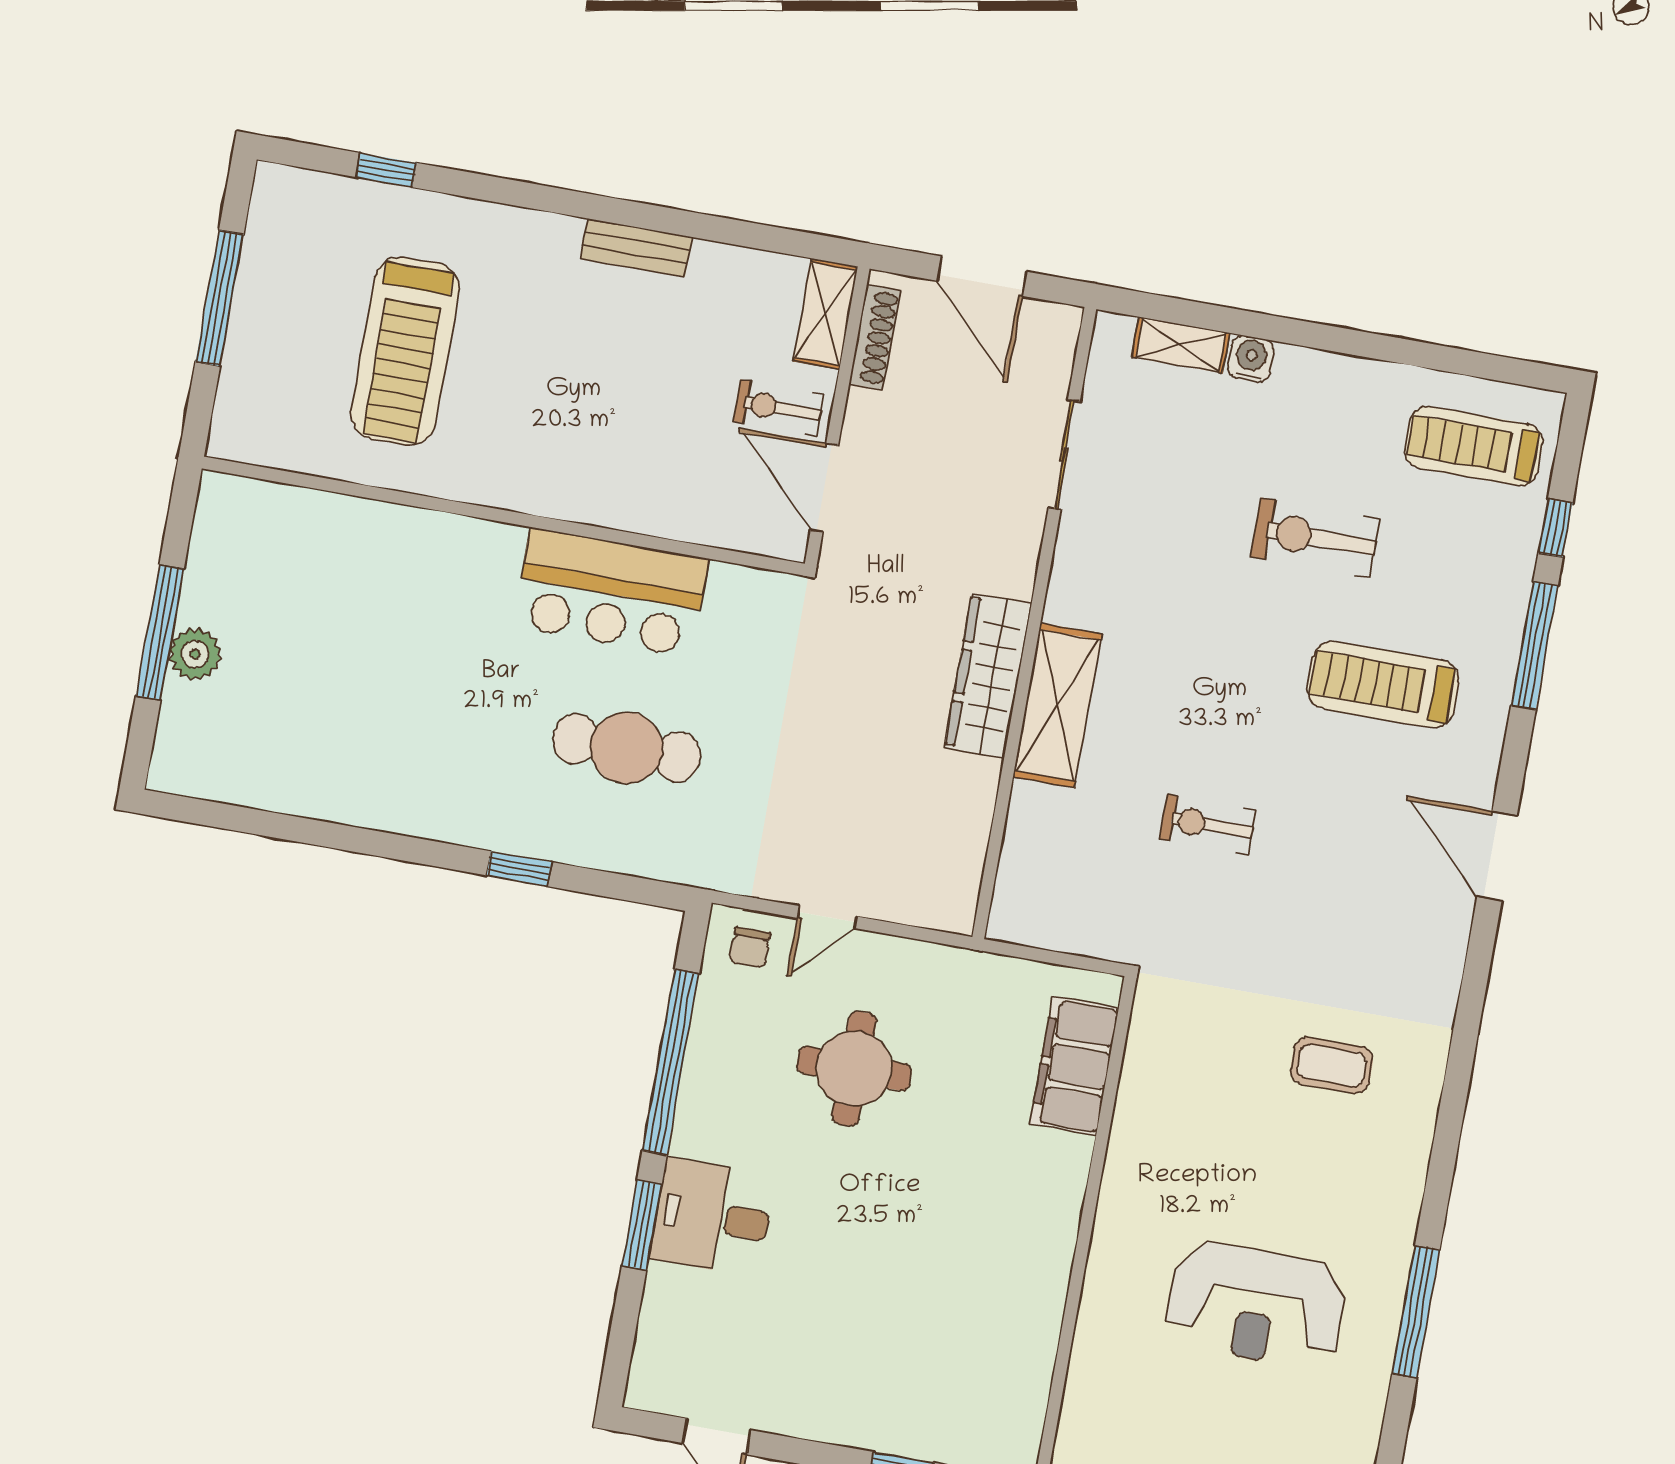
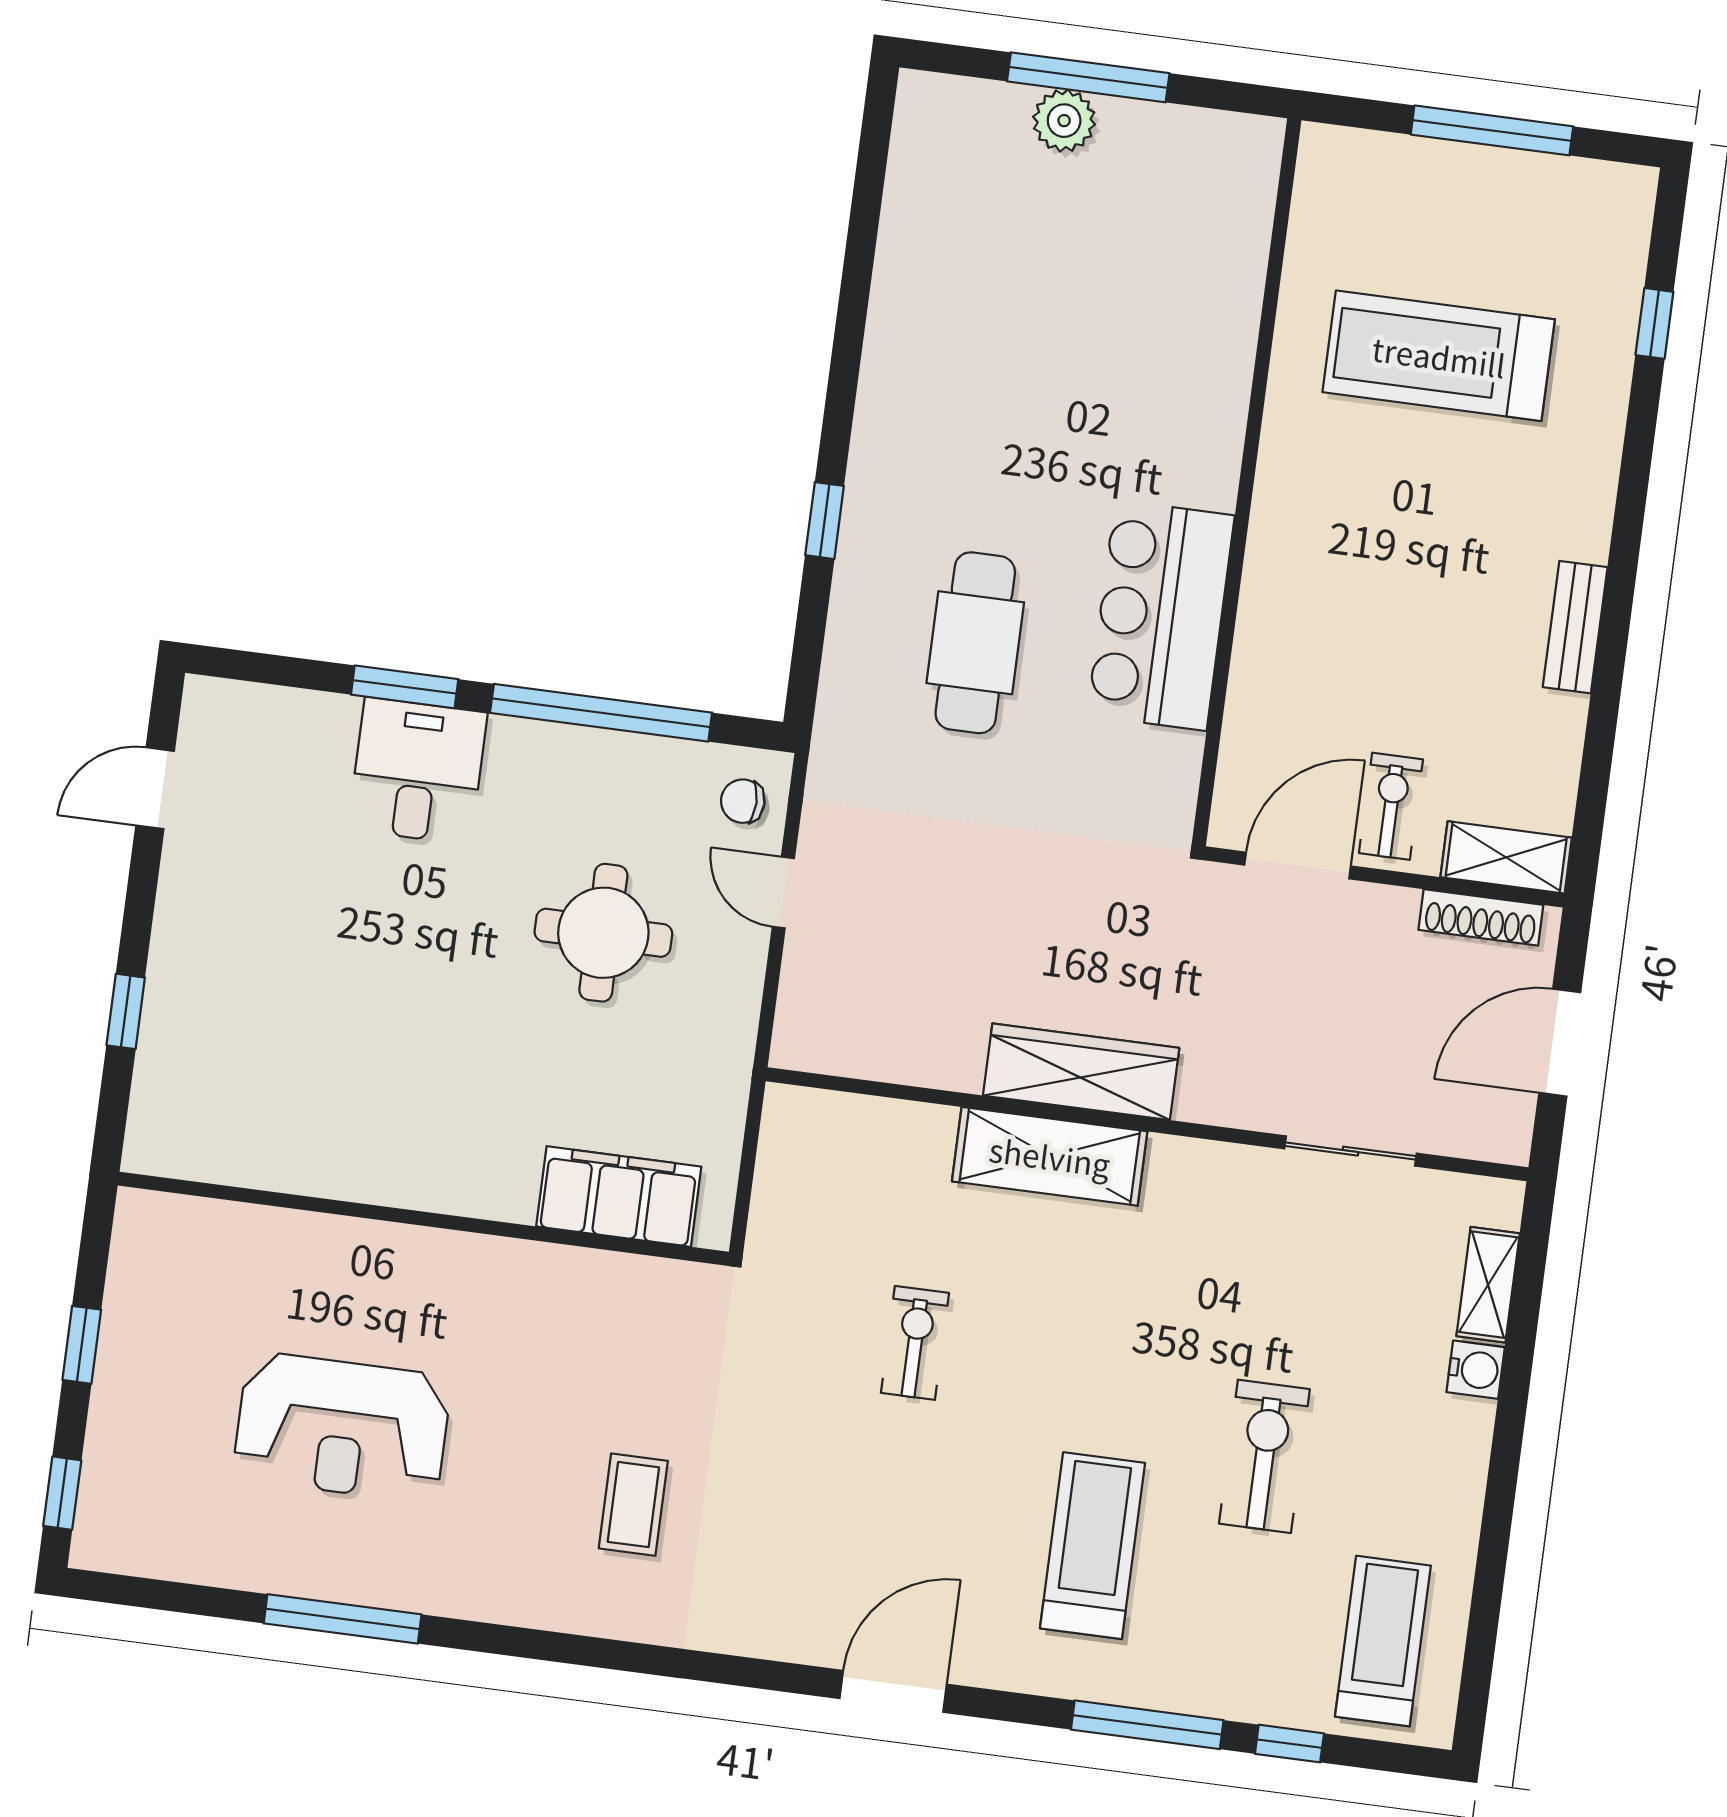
reception desk: (1256, 1305) -> (342, 1427), turned -90

